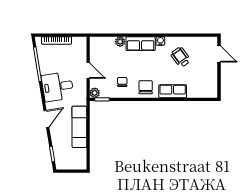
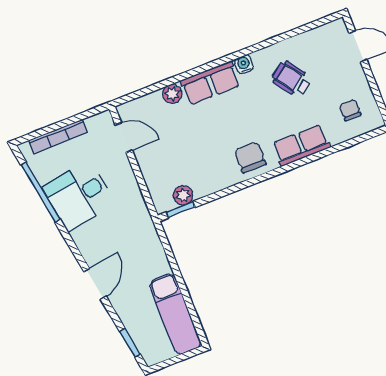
door: (88, 71) -> (124, 138), moved
chair: (122, 82) -> (350, 110), moved
desk: (58, 87) -> (79, 196), moved
plant: (95, 93) -> (183, 195), moved
exam couch: (79, 127) -> (175, 314), moved

